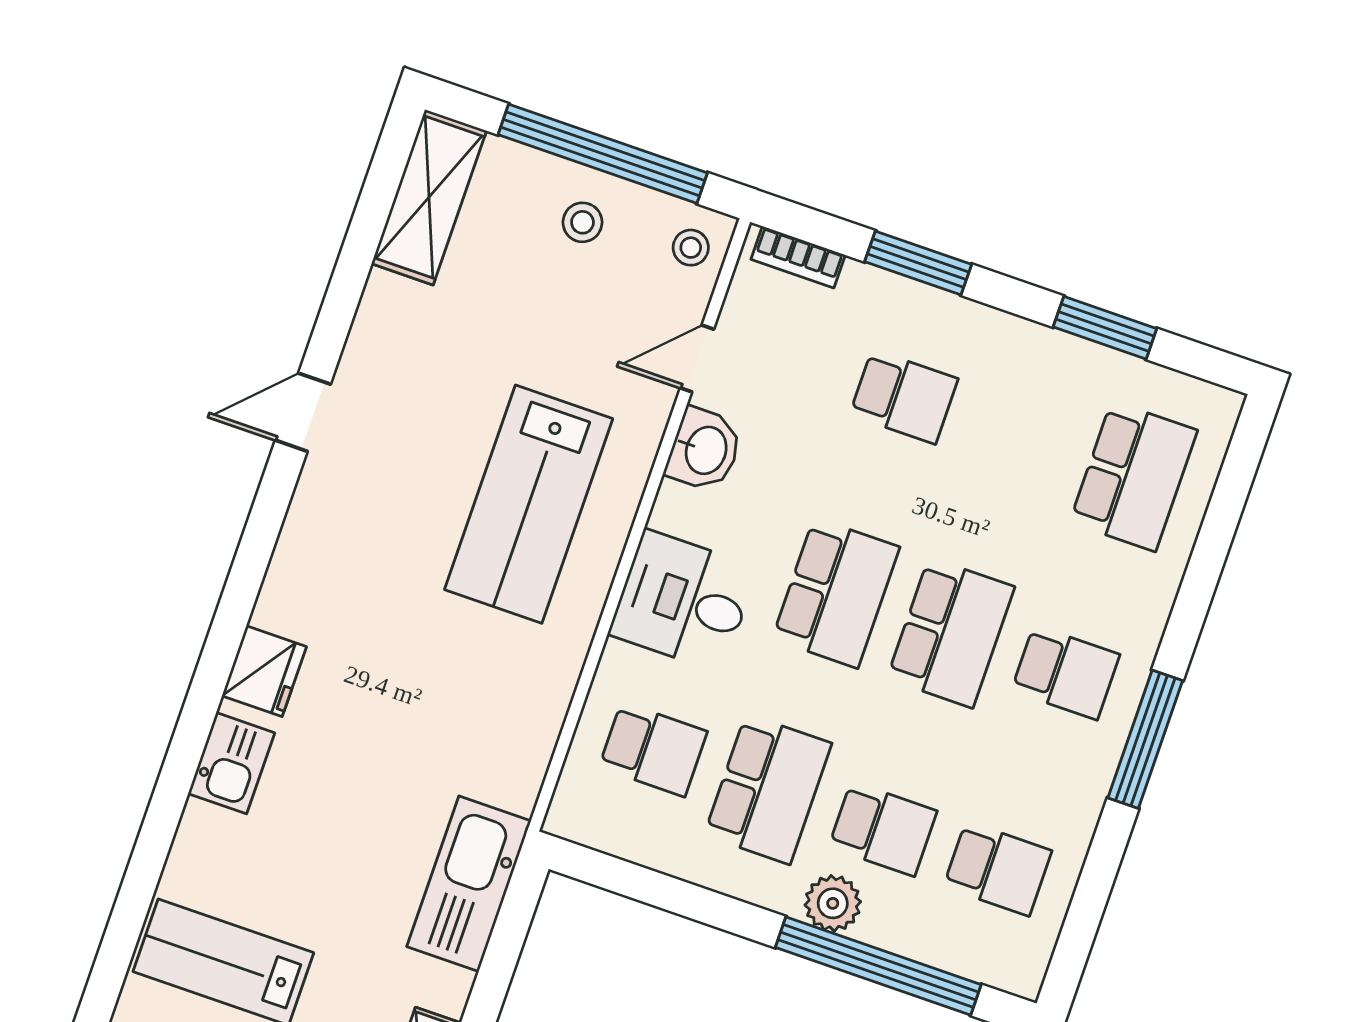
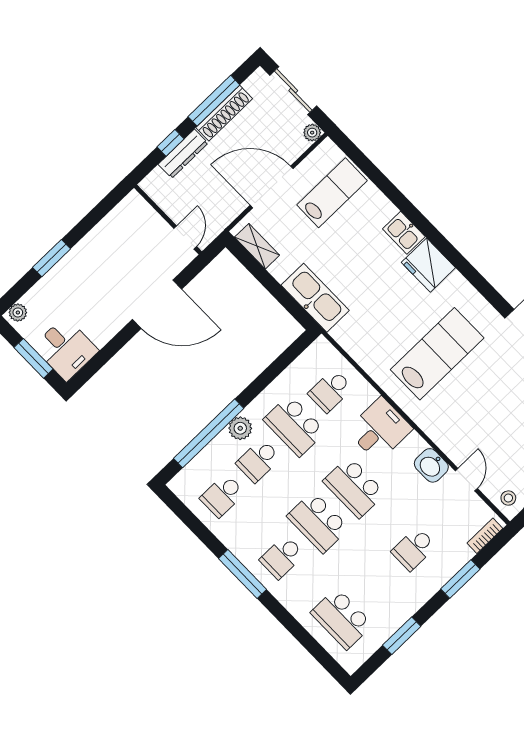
lab bench: (529, 504) -> (437, 354), moved, turned 90
fridge: (264, 671) -> (428, 265), width x1.36, depth x1.34

